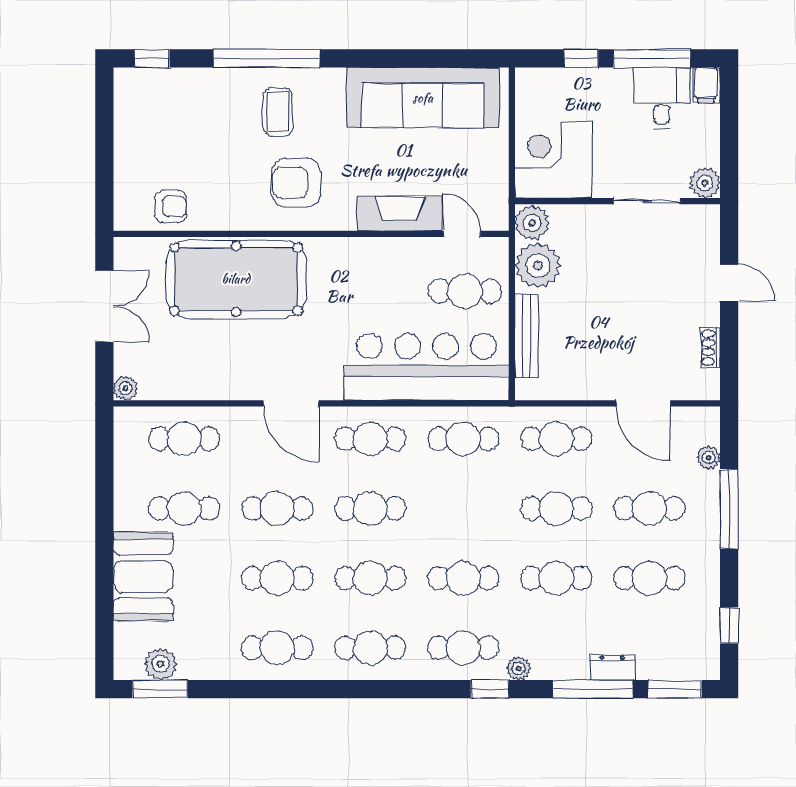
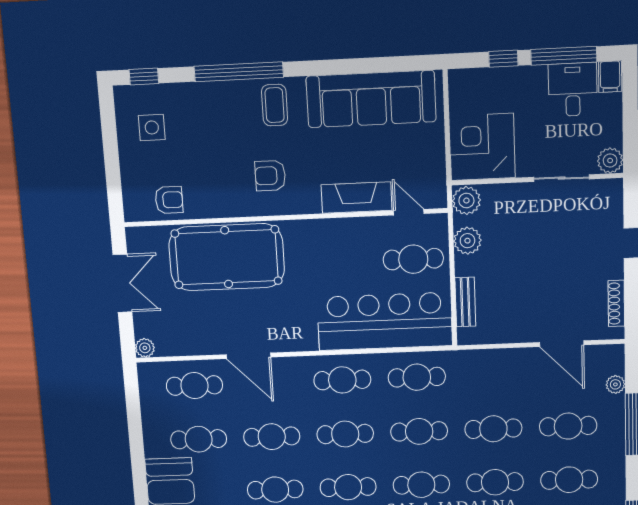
coffee table: (278, 112) -> (275, 105), moved
side table: (157, 119) -> (152, 127), added
armchair: (296, 183) -> (270, 176), width x0.72, depth x0.72
plant: (538, 265) -> (467, 241), width x0.73, depth x0.73
bench: (527, 336) -> (465, 302), width x0.73
shoe rack: (711, 347) -> (616, 303), width x1.43
door: (291, 403) -> (248, 356), moved
cafe table: (556, 439) -> (419, 431), moved

